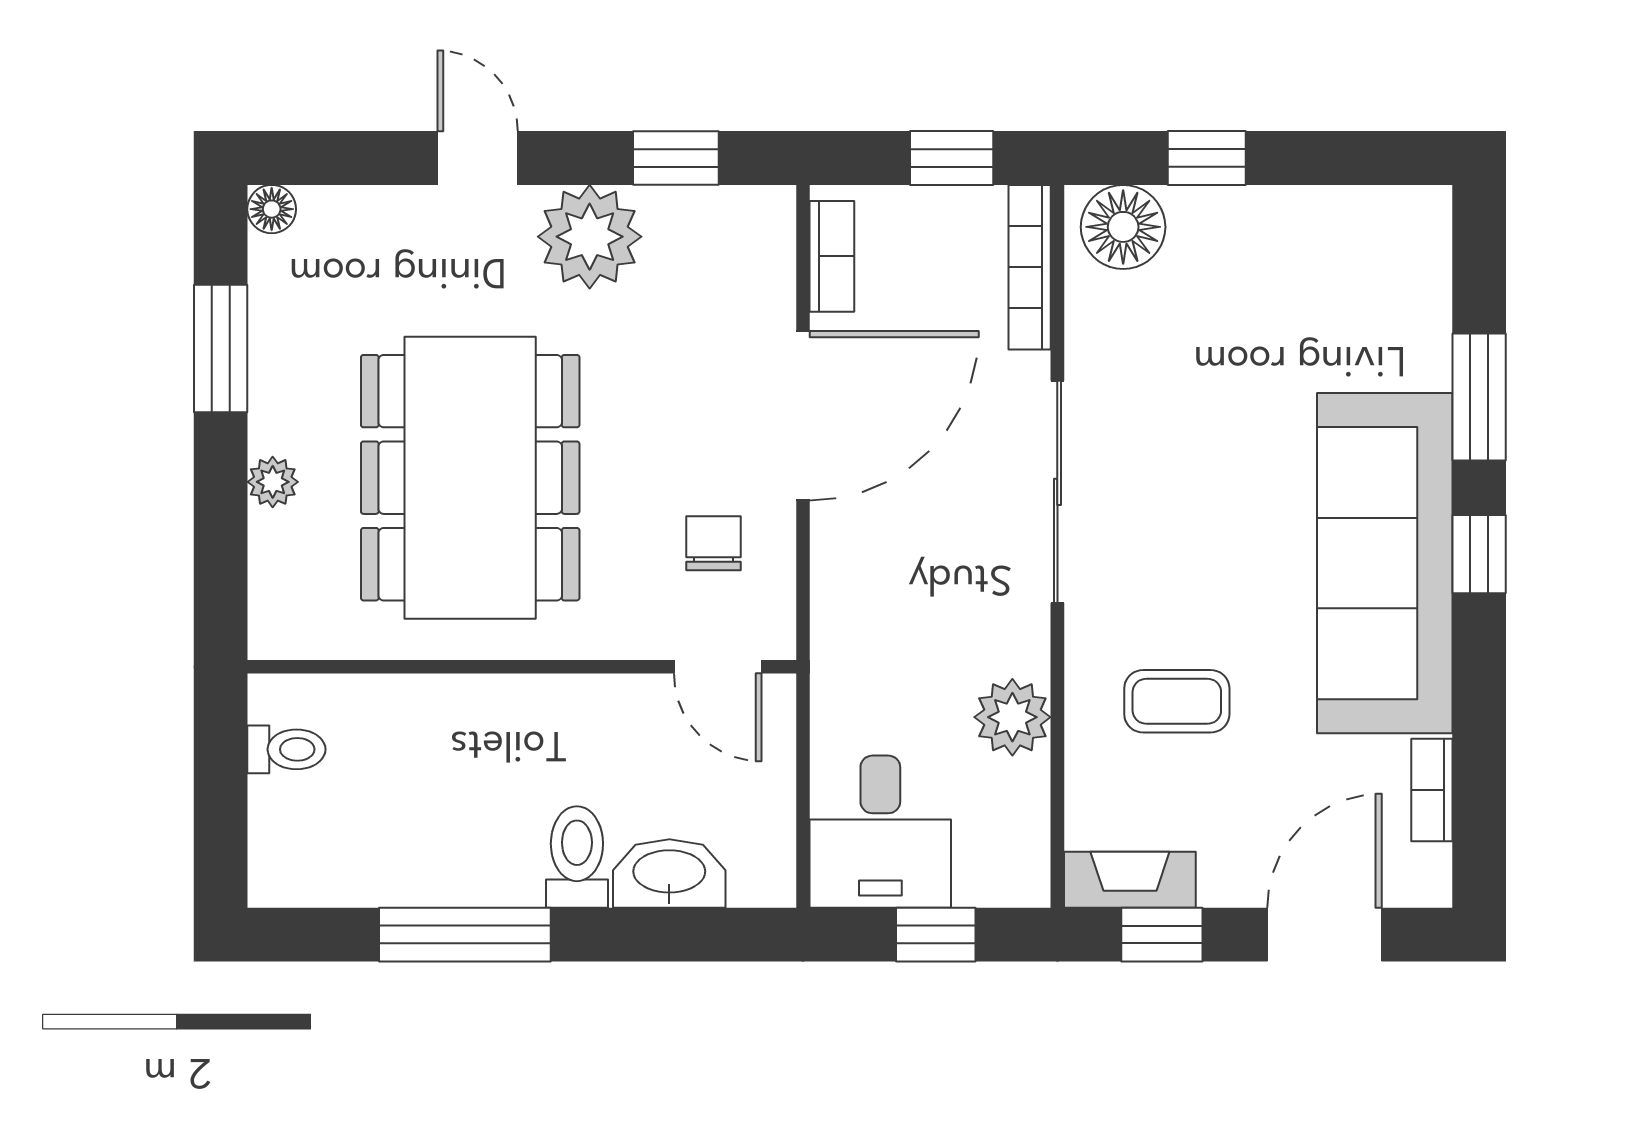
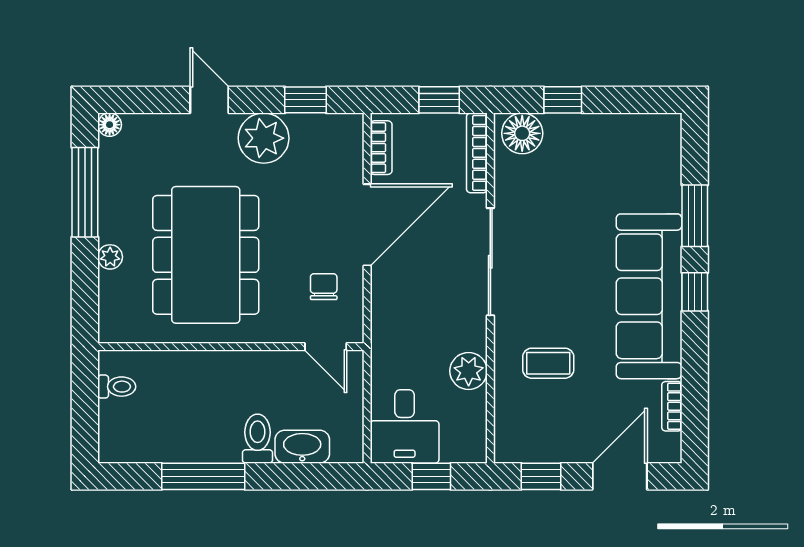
window: (221, 348) -> (85, 192), width x1.44
fireplace: (1130, 880) -> (525, 450), removed

